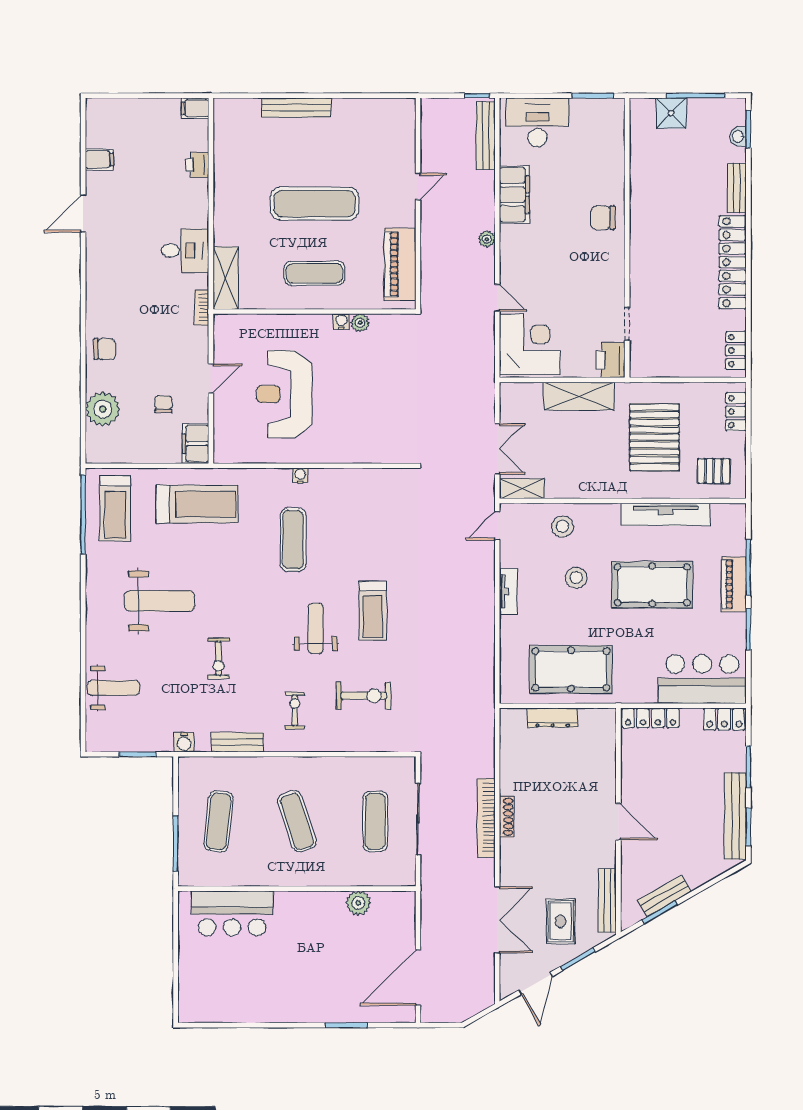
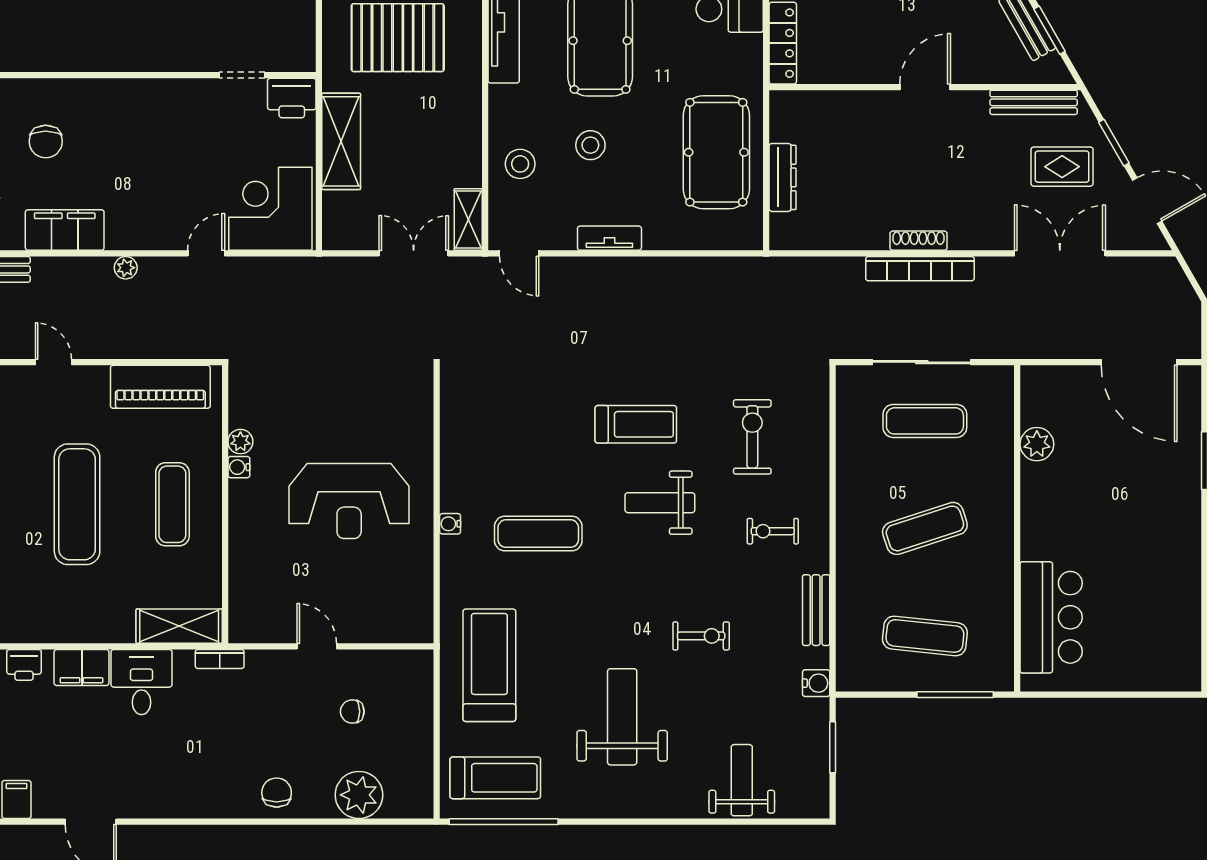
chair: (603, 218) -> (46, 142), moved
reception desk: (284, 394) -> (349, 501), moved
filing cabinet: (195, 444) -> (82, 668), moved

